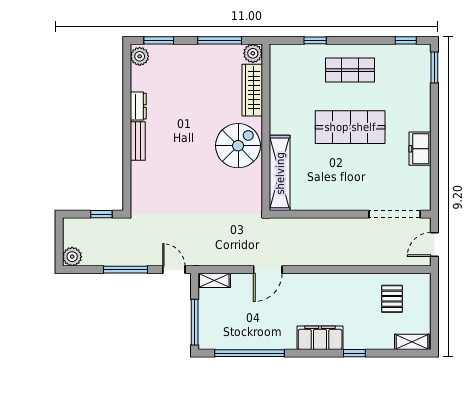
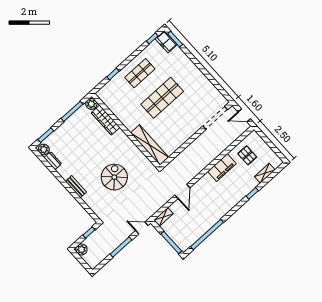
dresser: (138, 106) -> (53, 161), moved
spiral stairs: (238, 146) -> (114, 177), moved
freezer: (420, 149) -> (166, 42), moved
door: (434, 244) -> (244, 115), hinge flipped
plant: (72, 257) -> (81, 249), moved
filing cabinet: (320, 338) -> (222, 168), moved, turned 180
shelving: (412, 342) -> (265, 173), moved

